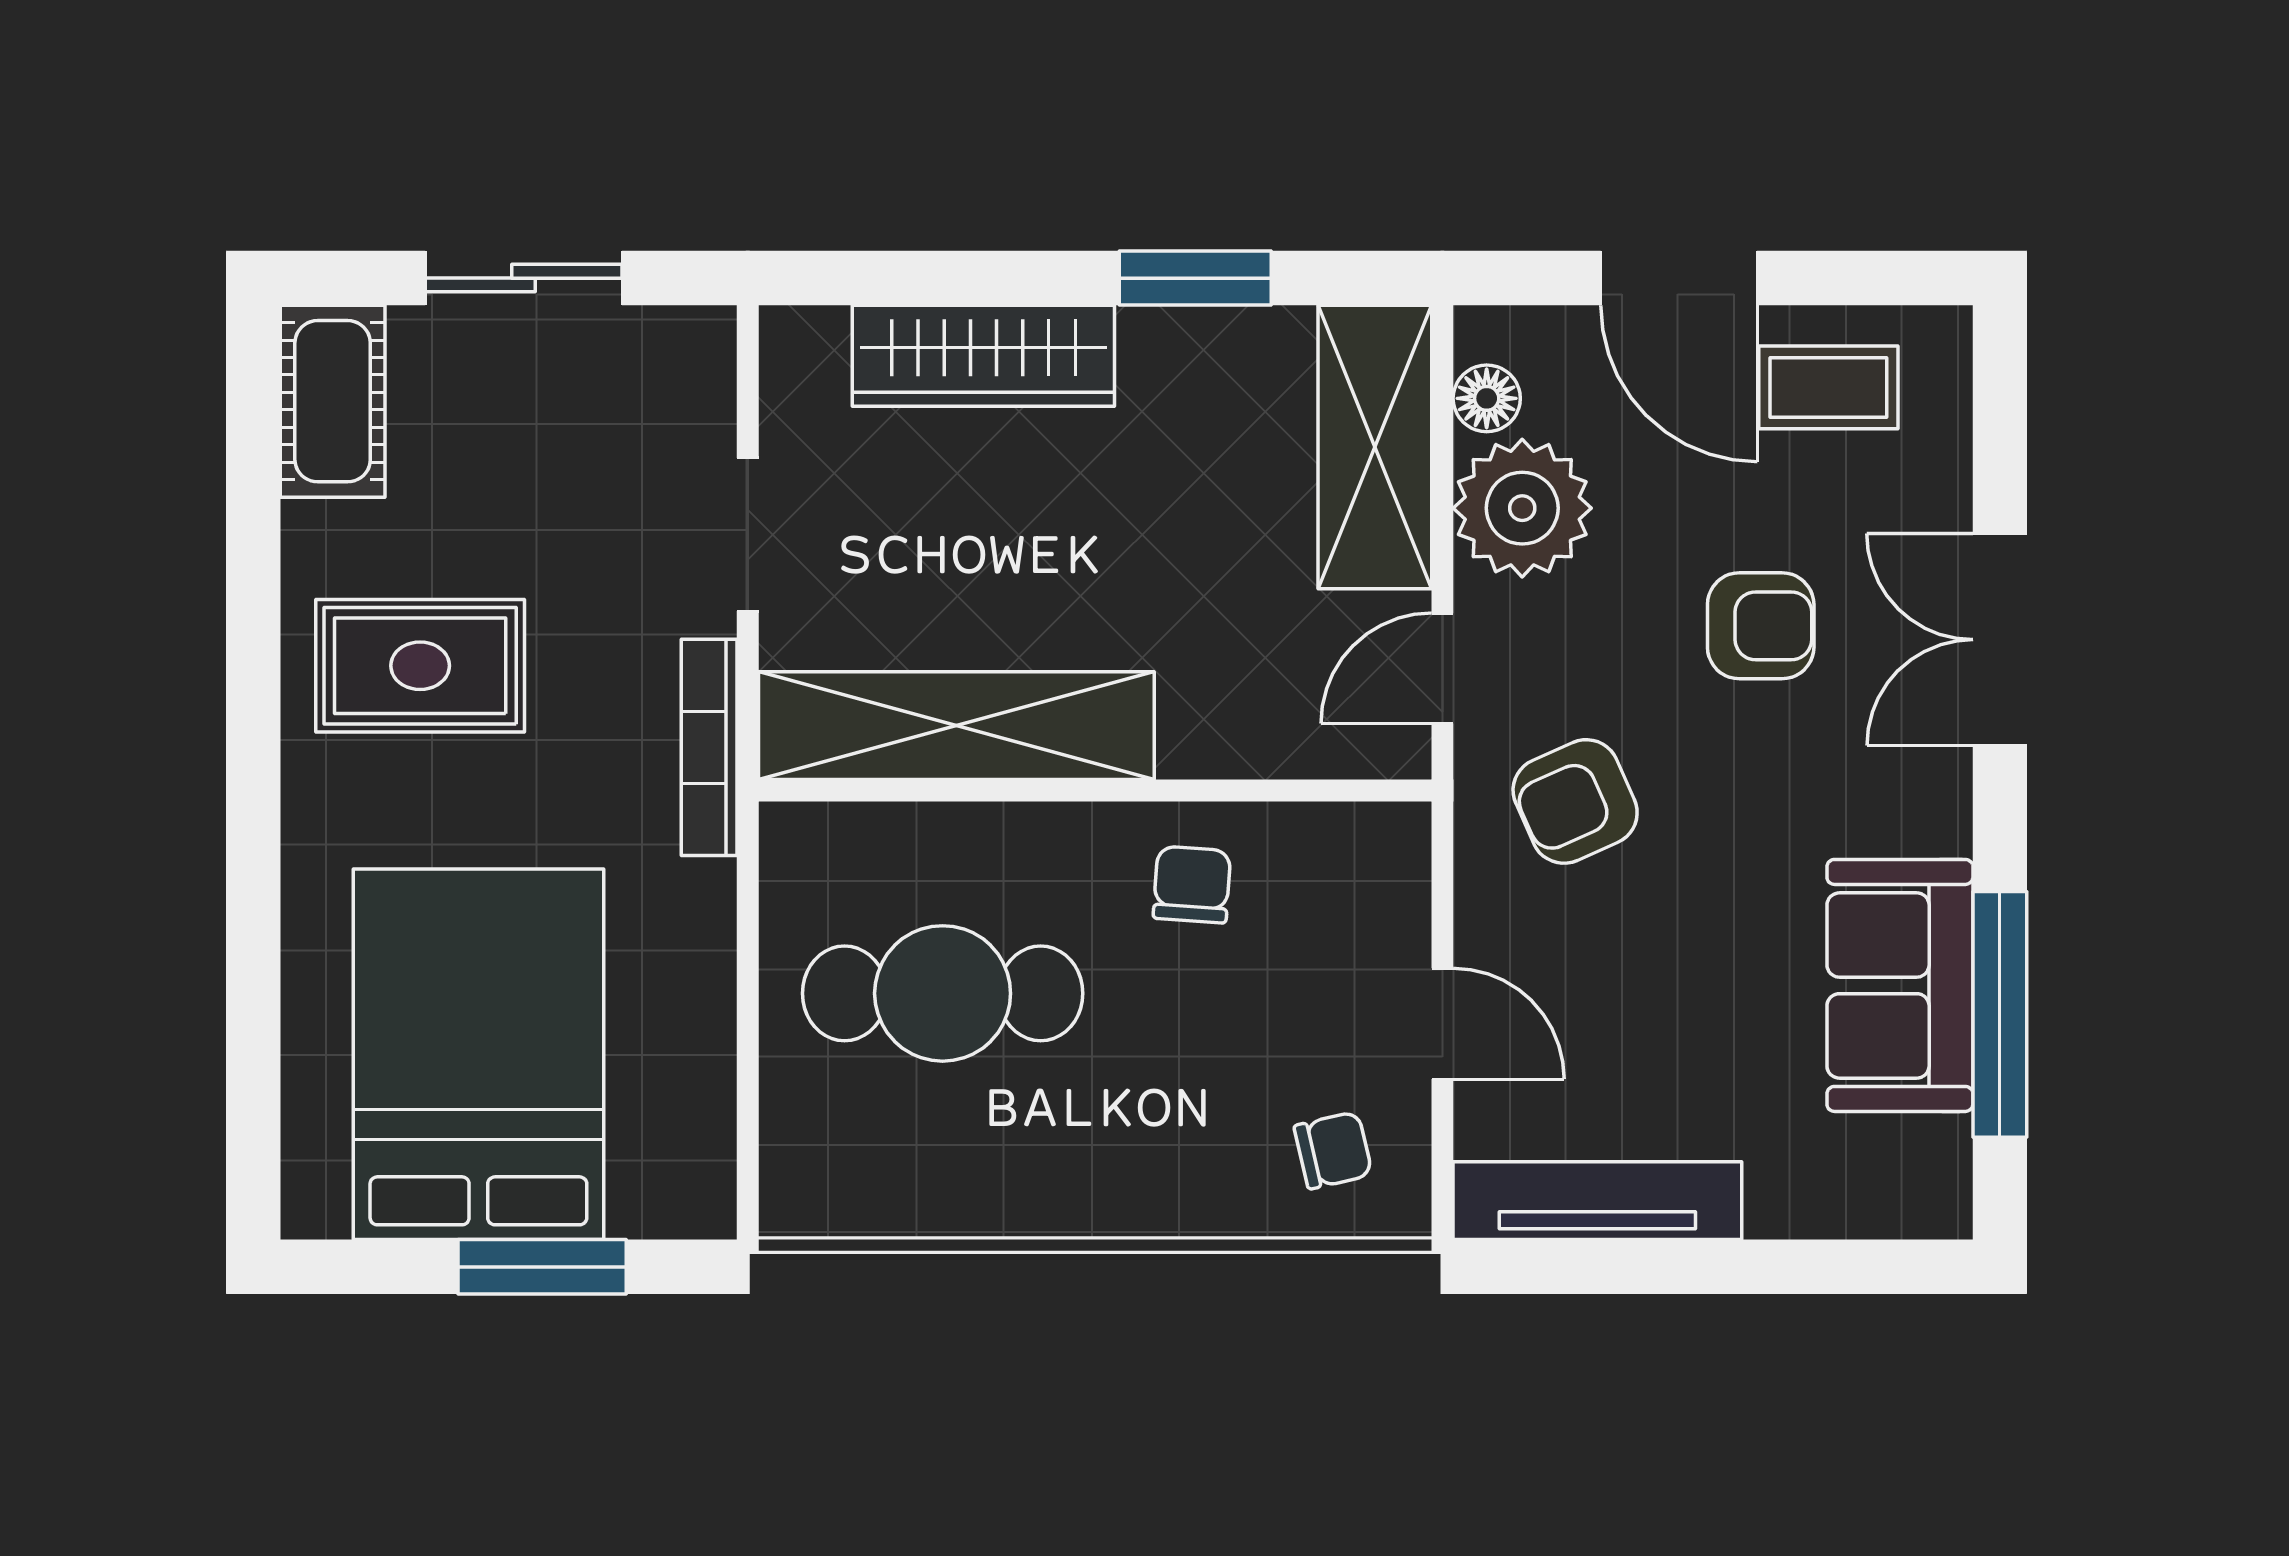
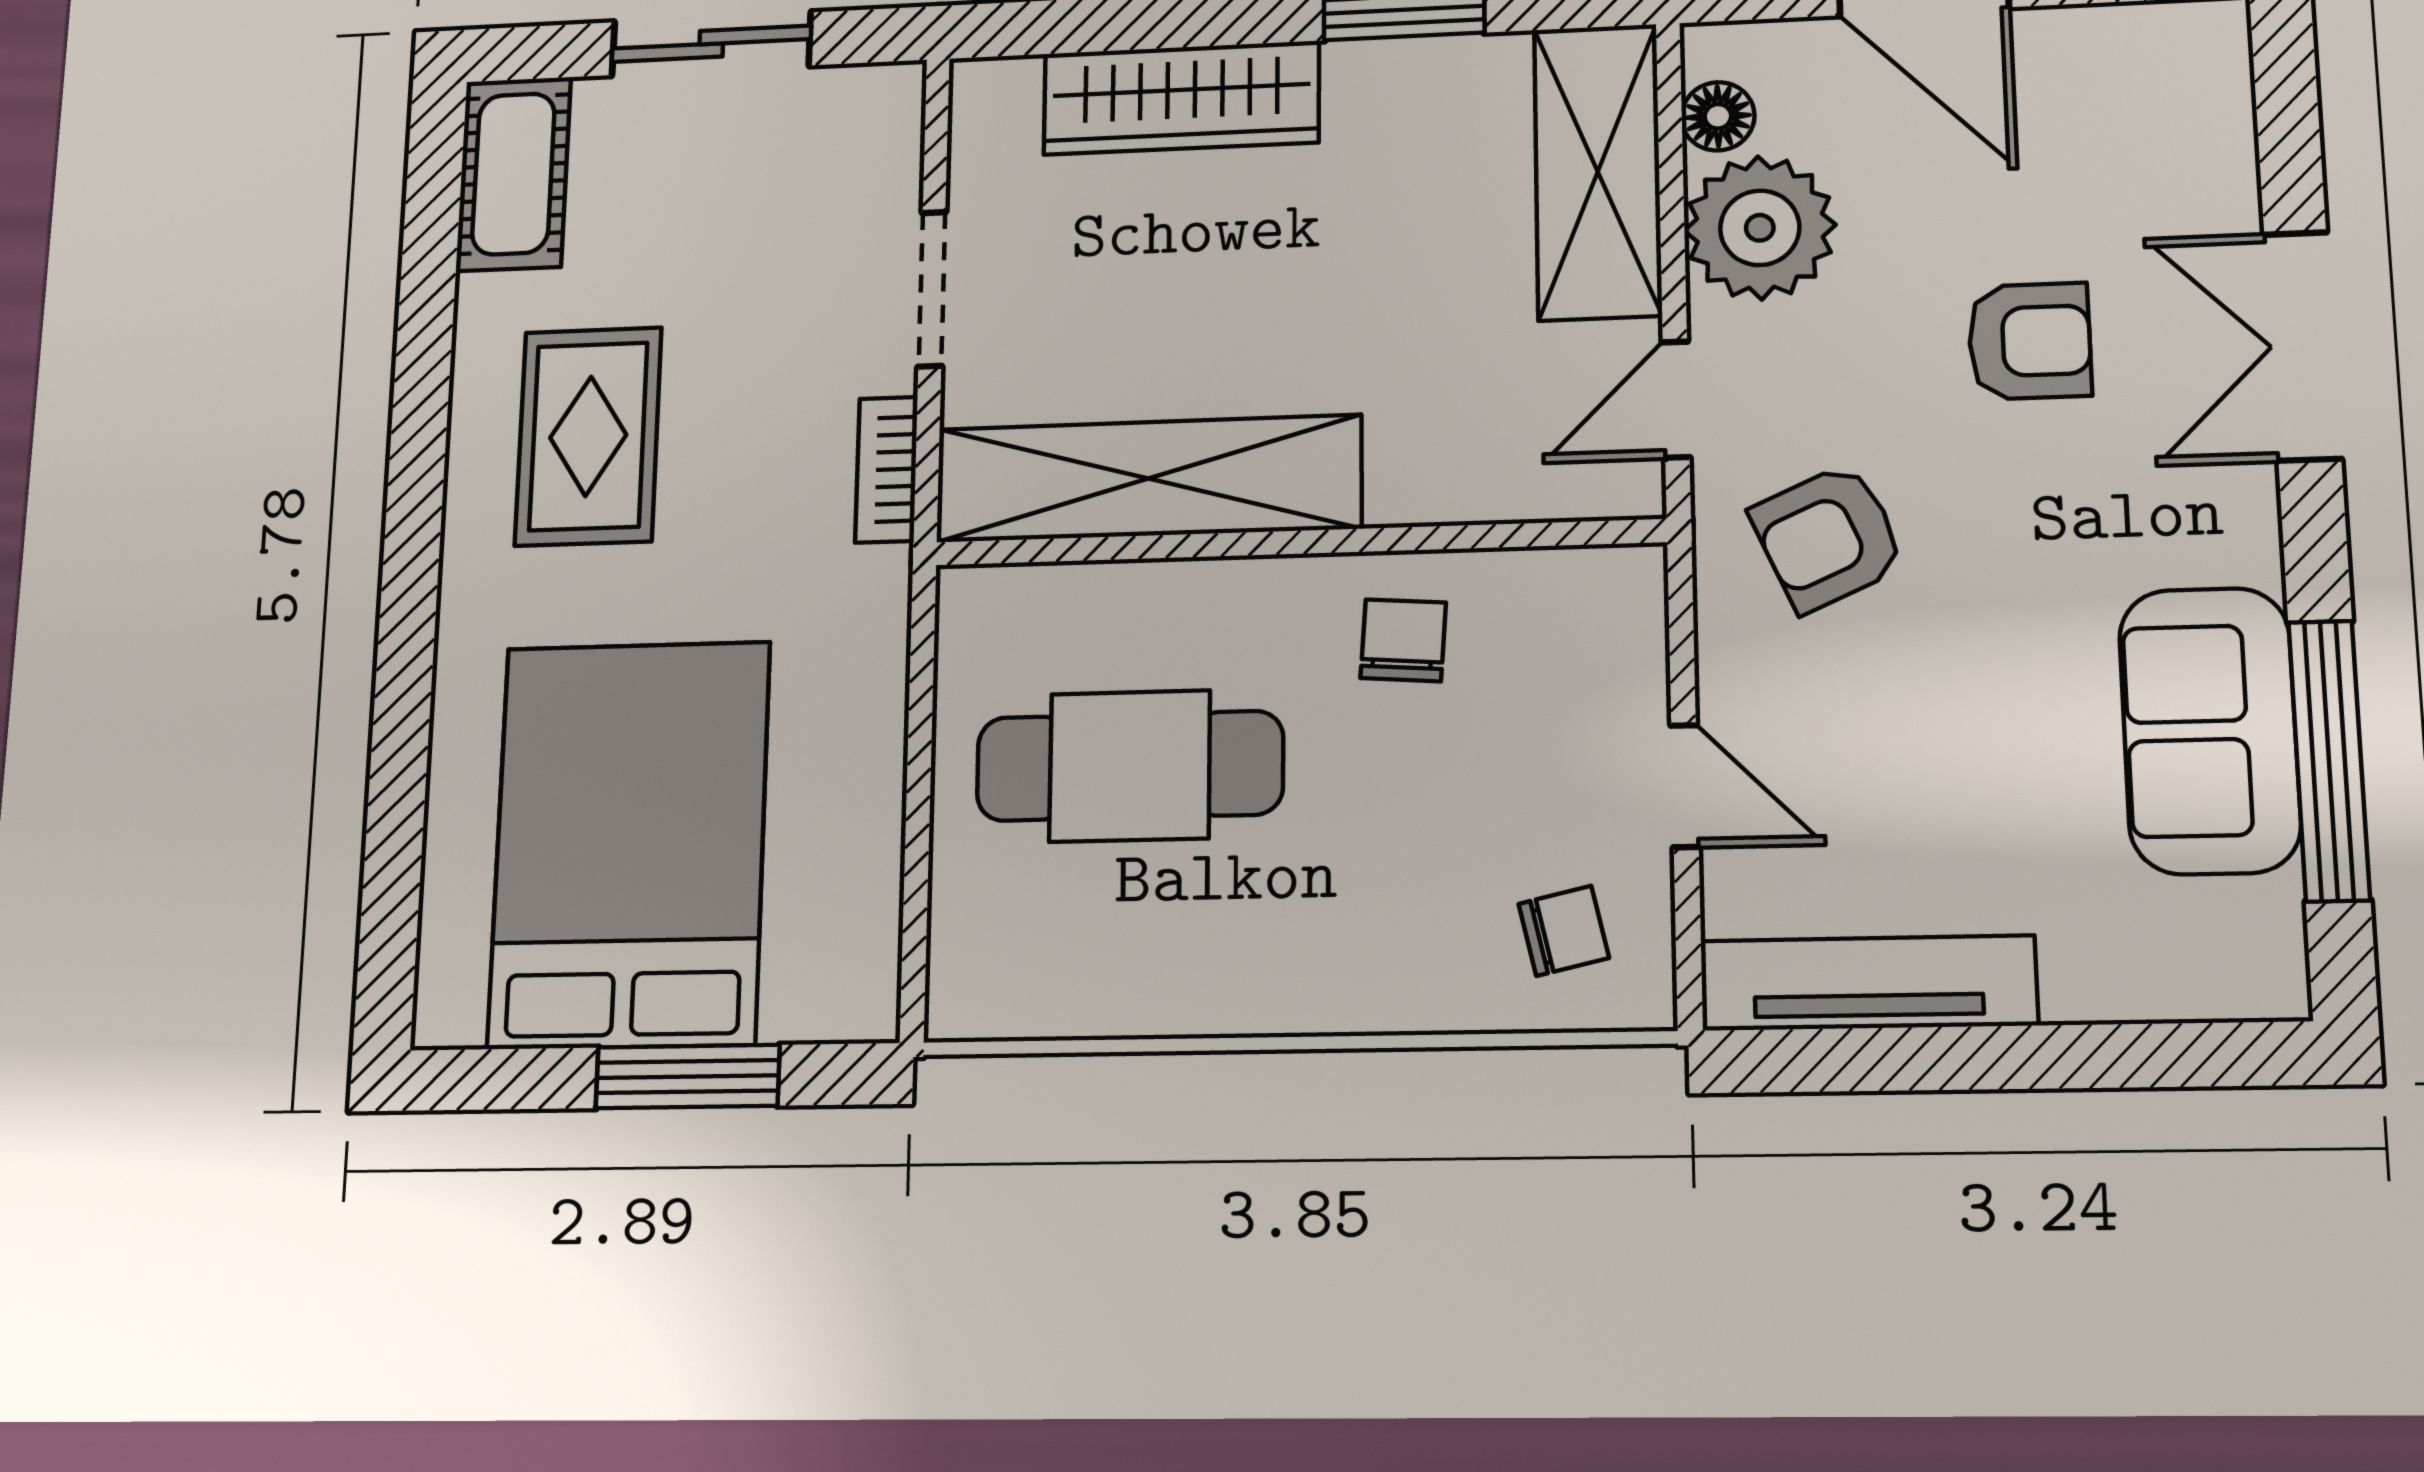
coffee table: (1828, 387) -> (2093, 88), removed
rug: (420, 666) -> (588, 436), turned 90
bookcase: (709, 747) -> (887, 470), width x0.64

